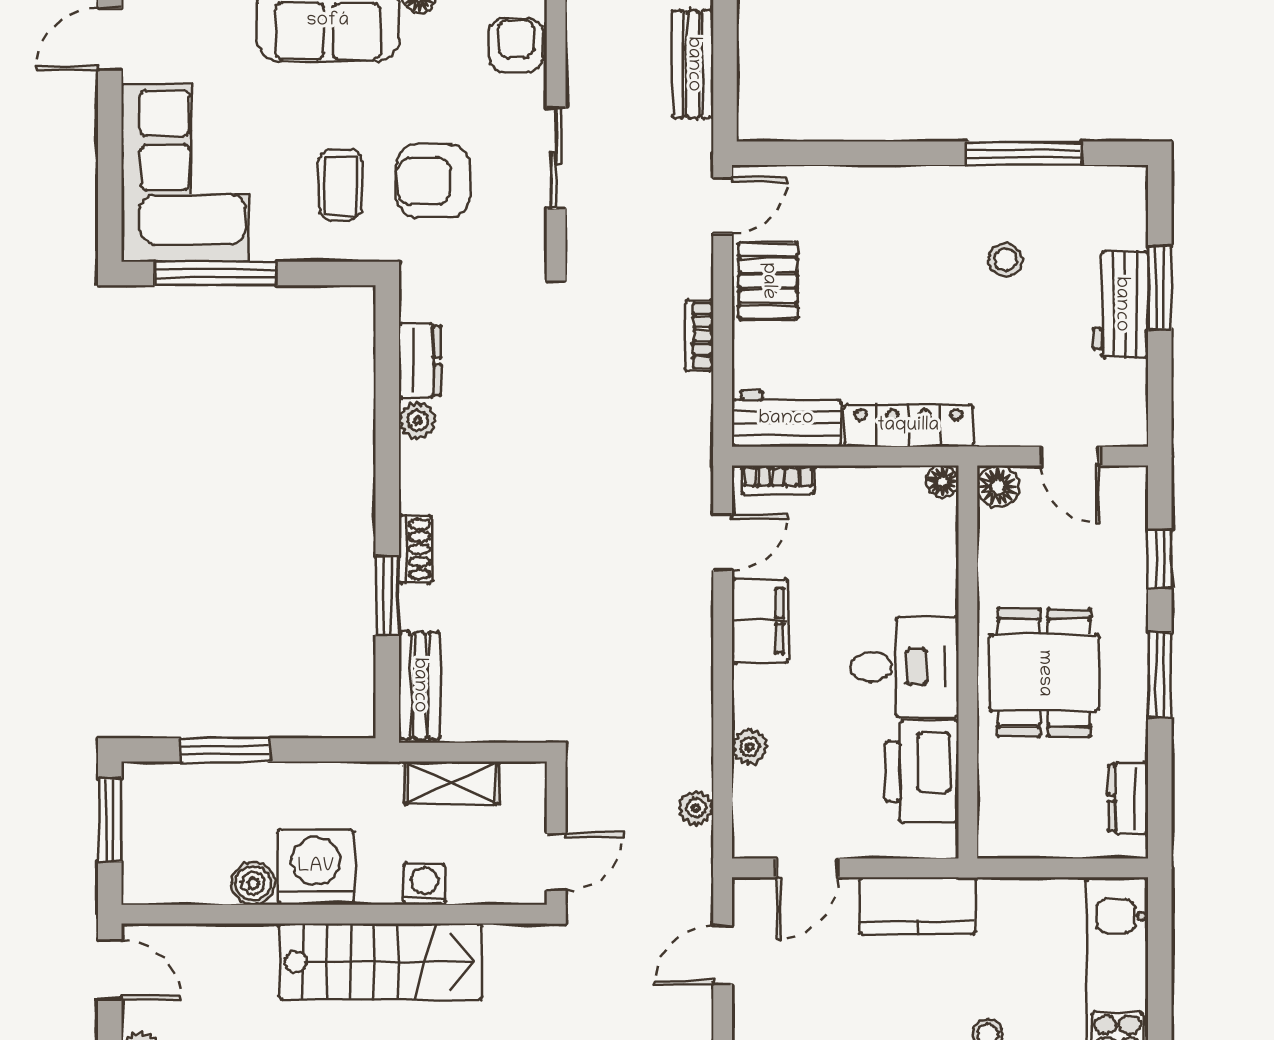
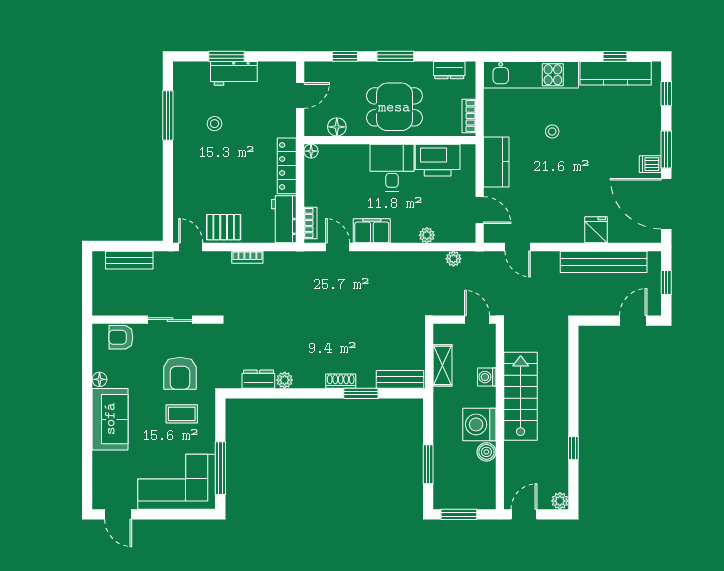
floor lamp: (998, 486) -> (337, 127), moved
bookcase: (1023, 843) -> (469, 116), added

